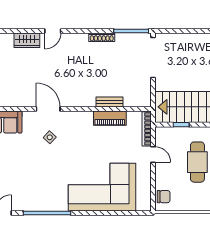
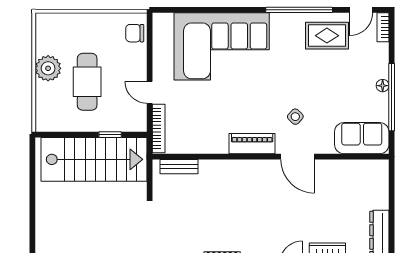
bench: (110, 102) -> (179, 167), moved
piano: (110, 118) -> (252, 144), moved
rug: (27, 195) -> (327, 36), added

